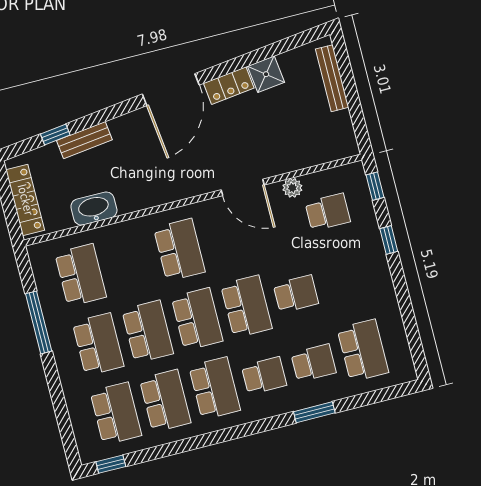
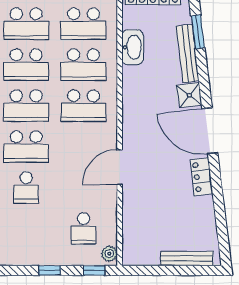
shower: (266, 74) -> (189, 95), moved
window: (55, 135) -> (198, 32), width x1.50
bench: (84, 140) -> (188, 53), width x1.36
plant: (292, 188) -> (109, 254), moved
school desk: (130, 262) -> (83, 65), added

